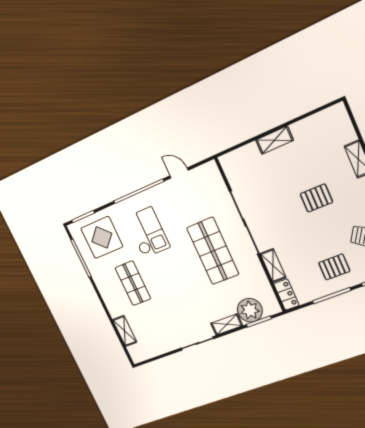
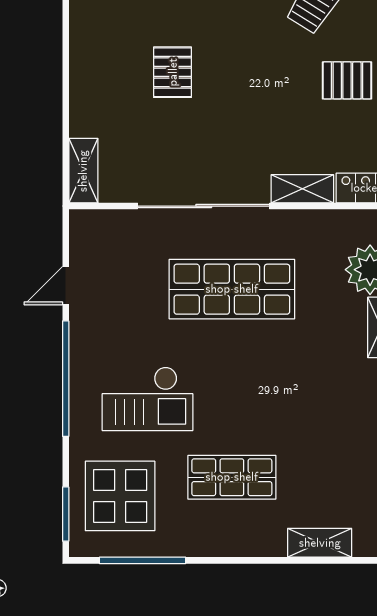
shelving: (275, 140) -> (83, 171), moved
pallet: (316, 198) -> (173, 72), moved
checkout: (148, 232) -> (147, 399), turned 180
pallet: (334, 267) -> (347, 80), turned 90

